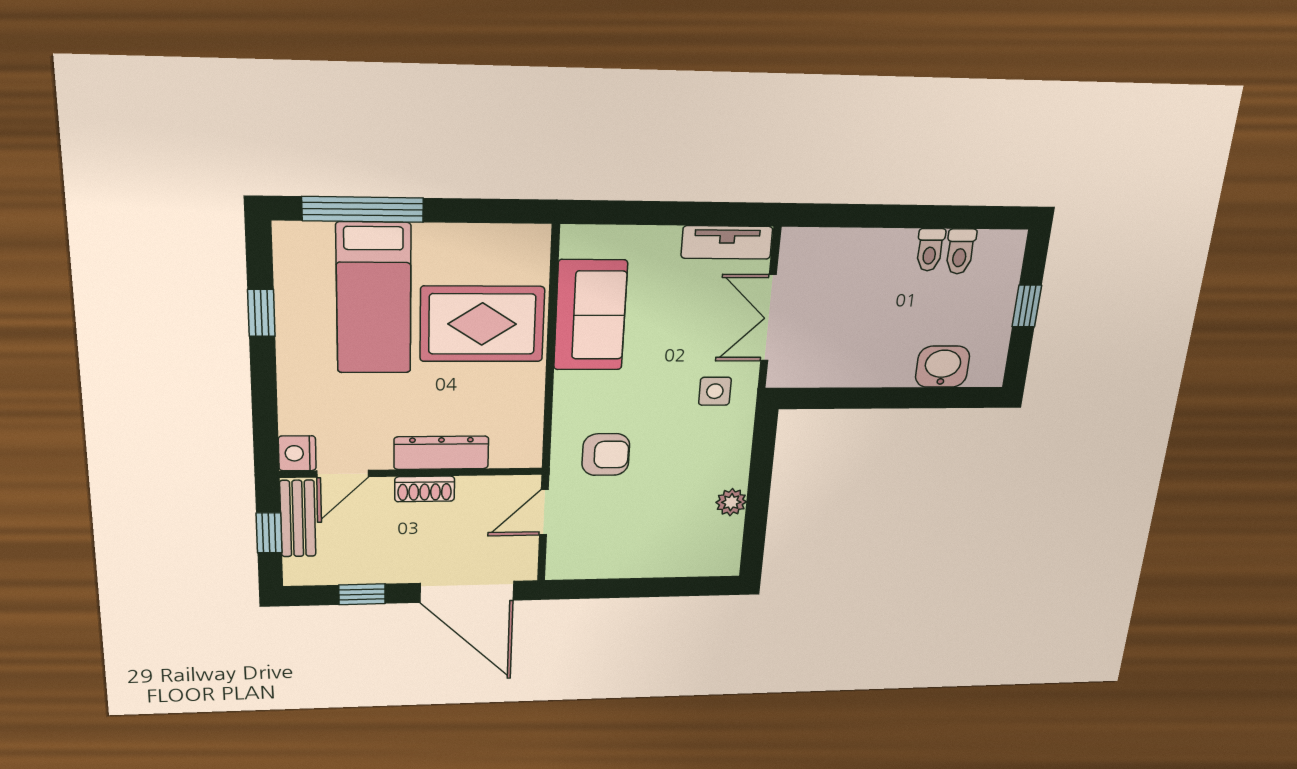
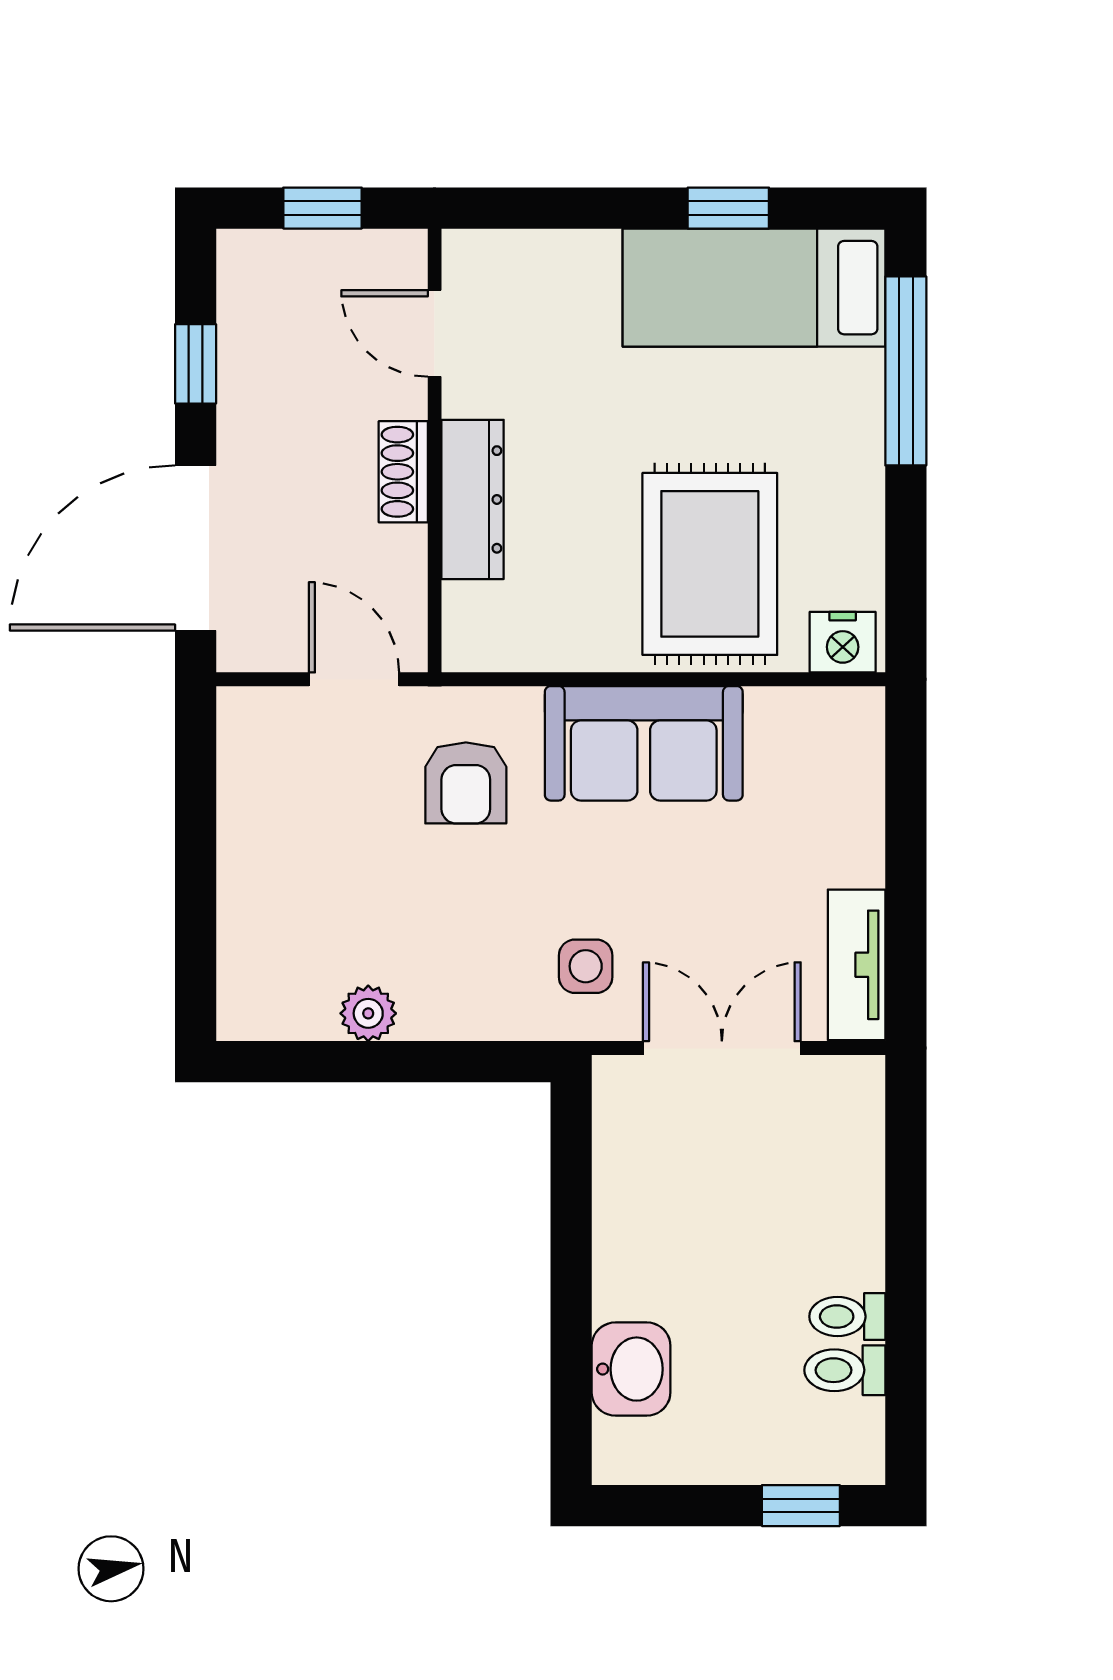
bed: (374, 299) -> (754, 288), moved
window: (1027, 306) -> (801, 1506), moved
sofa: (590, 315) -> (644, 743), moved
nightstand: (297, 453) -> (843, 642), moved, turned 180
bench: (298, 519) -> (349, 257), removed

